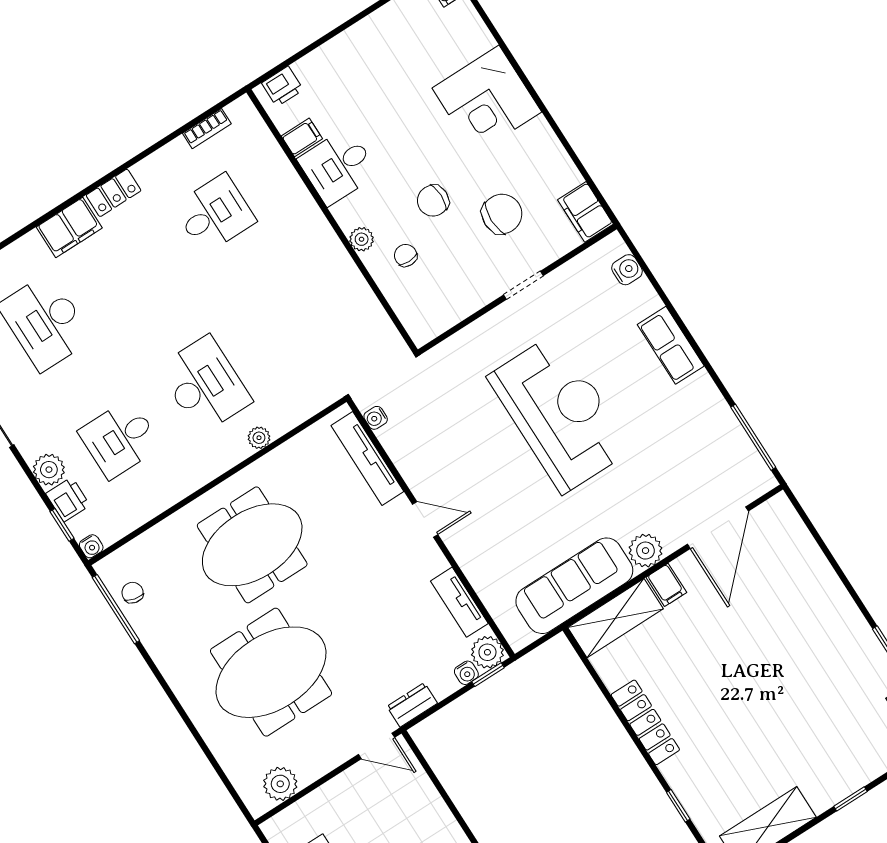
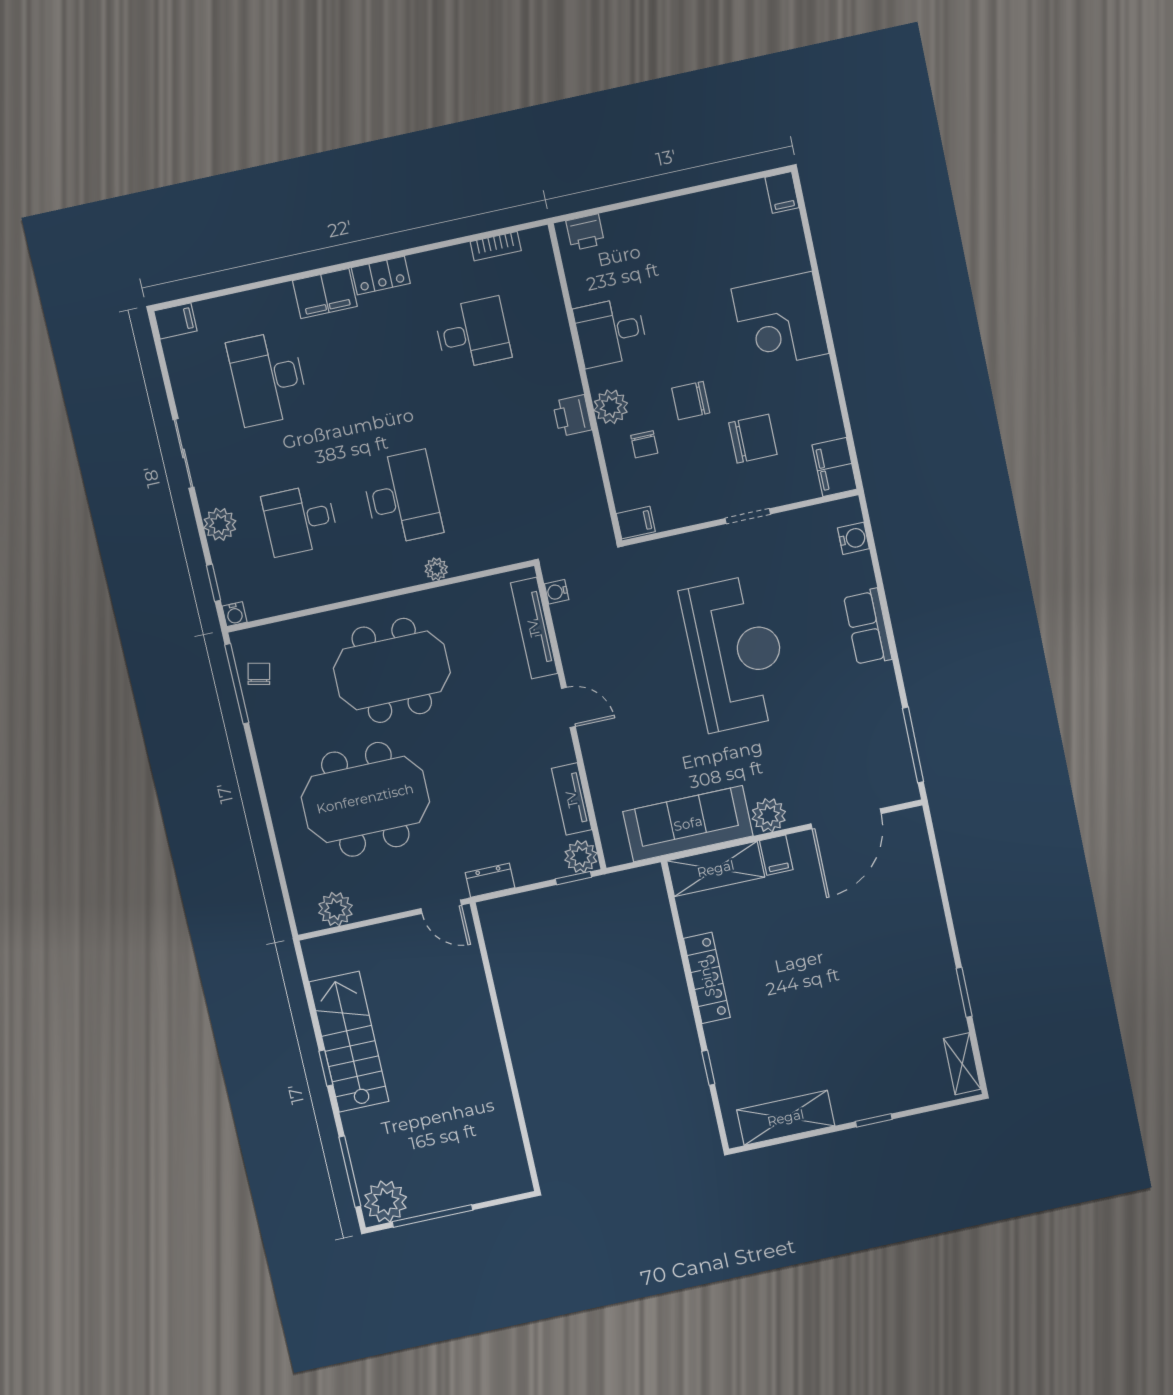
filing cabinet: (302, 137) -> (636, 523), moved
plant: (362, 239) -> (611, 407), width x1.38, depth x1.38
chair: (406, 255) -> (644, 444), turned 180
printer: (68, 499) -> (572, 416), moved, turned 180
water cooler: (466, 673) -> (553, 869), removed

